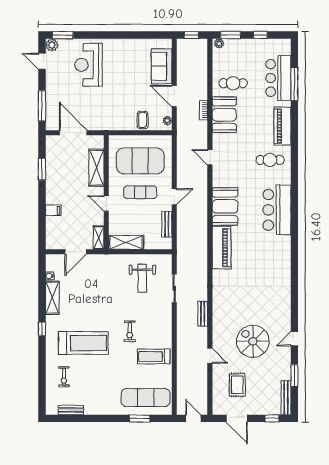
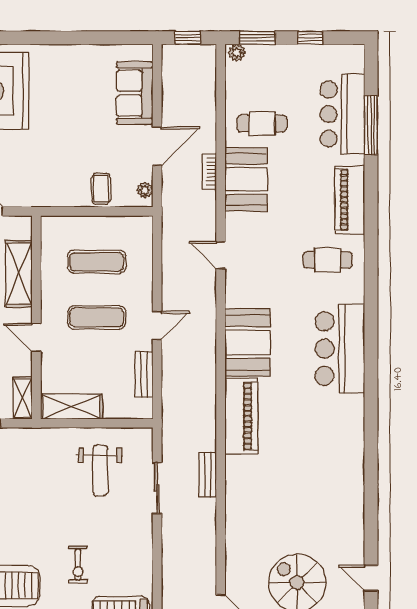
door: (174, 96) -> (157, 146), swing flipped
exercise mat: (140, 161) -> (97, 262), width x0.50, depth x0.69
bench: (203, 314) -> (208, 475), moved
door: (294, 339) -> (371, 578), hinge flipped

